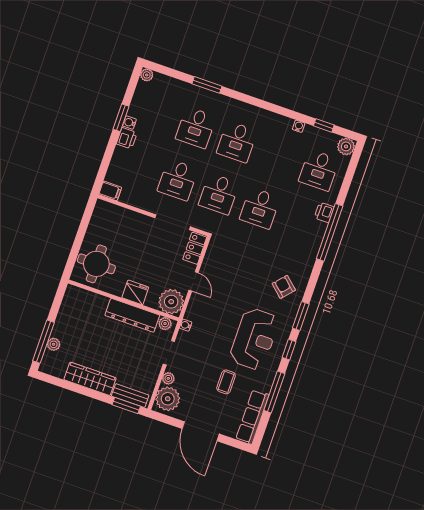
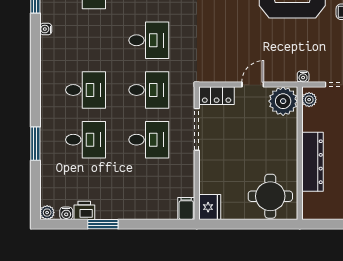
water cooler: (129, 123) -> (66, 213), moved
printer: (127, 138) -> (84, 210), moved
fridge: (135, 292) -> (210, 207), moved, turned 180
dresser: (132, 315) -> (312, 162), moved

